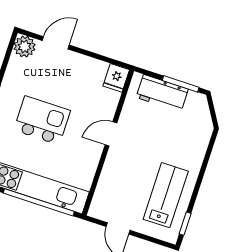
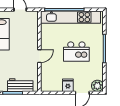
fridge: (116, 78) -> (68, 85), moved

